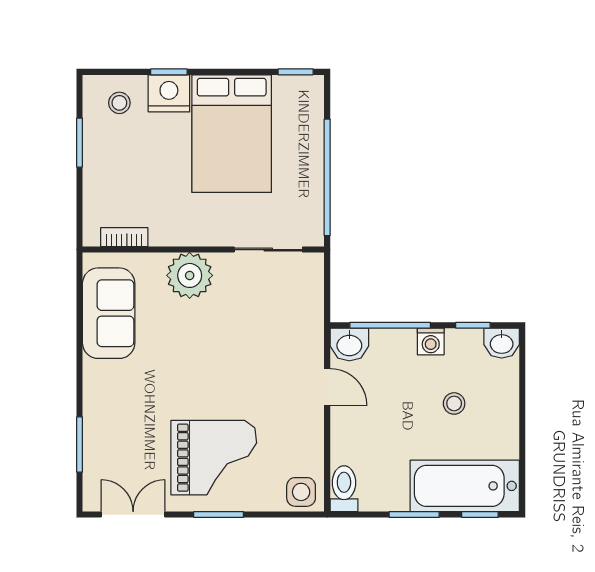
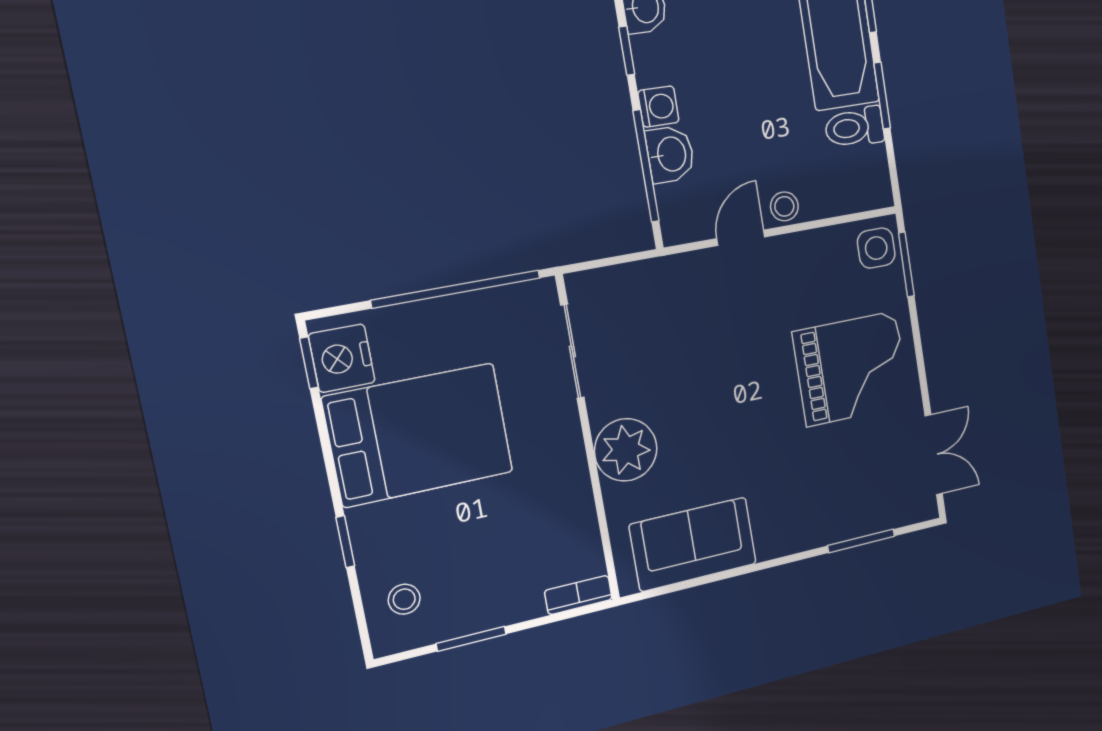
nightstand: (169, 93) -> (342, 358), moved
bookcase: (124, 237) -> (578, 595), moved, turned 90
washbasin: (349, 345) -> (670, 154), moved
stool: (454, 403) -> (784, 206), moved
grand piano: (214, 458) -> (851, 369), turned 90
toilet: (344, 489) -> (855, 127), moved
double door: (133, 515) -> (934, 455), swing flipped
window: (219, 515) -> (906, 264), moved

